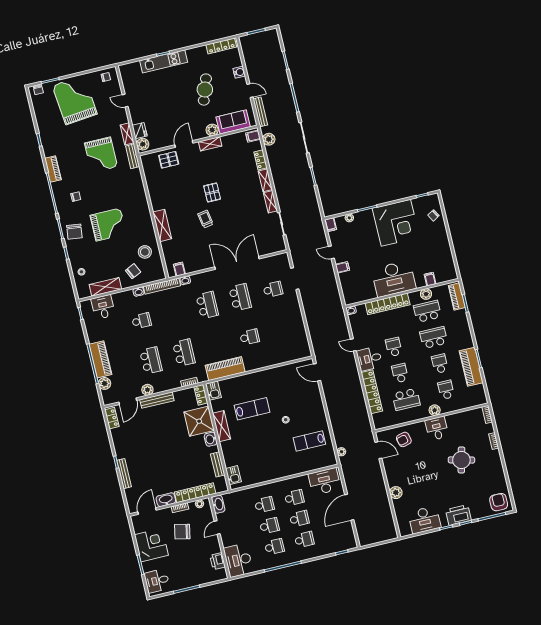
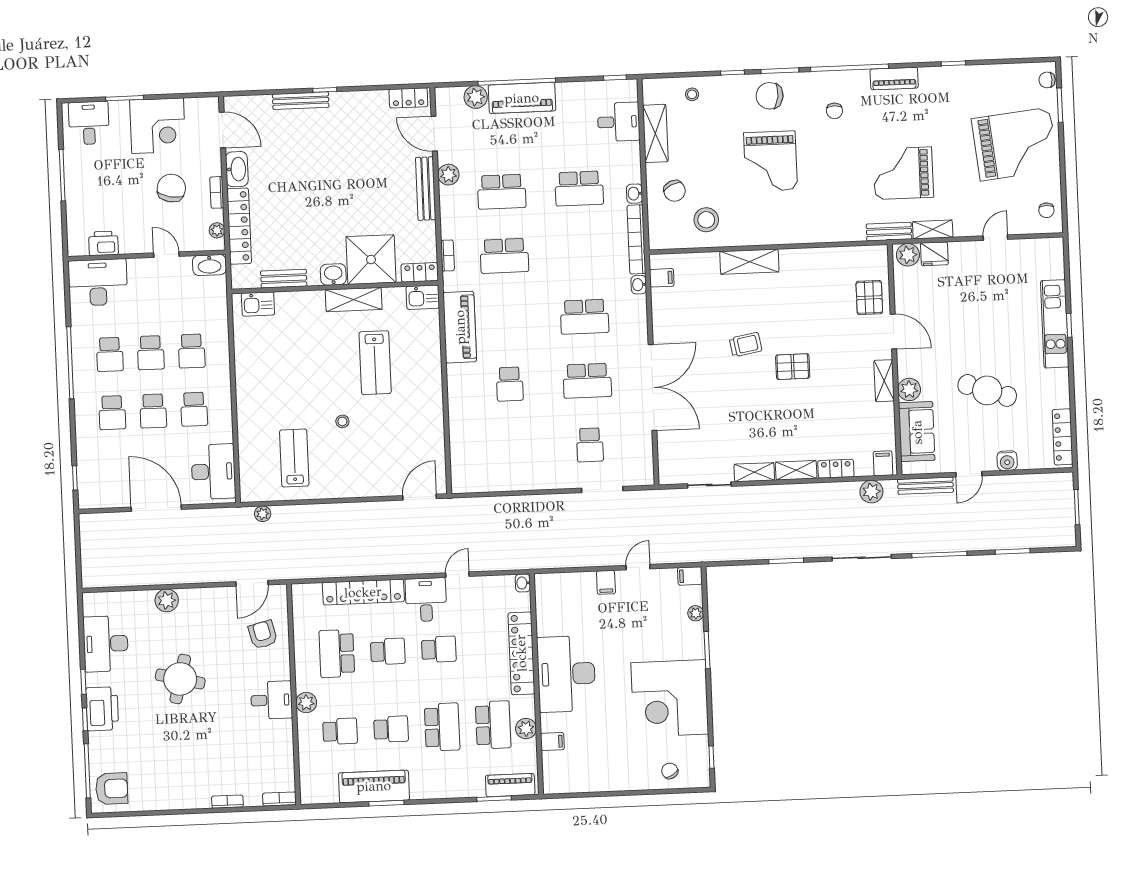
school desk: (141, 321) -> (579, 188), width x1.85
round table: (461, 460) -> (180, 679), moved

